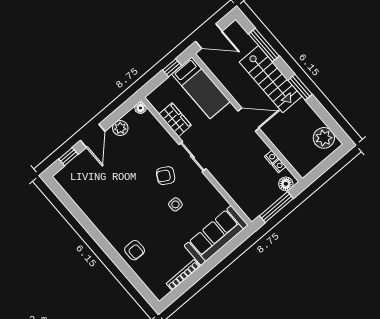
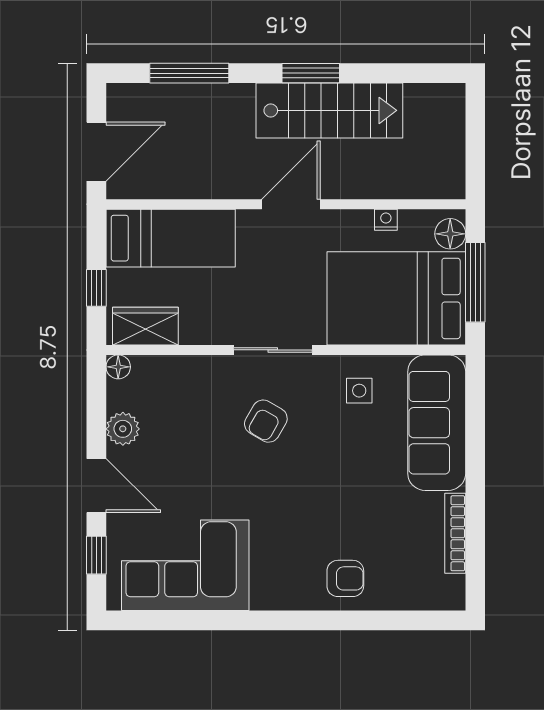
window: (172, 68) -> (96, 288), moved
stairs: (271, 79) -> (329, 110), moved
wardrobe: (175, 120) -> (145, 326), moved
plant: (324, 138) -> (428, 106), removed
nightstand: (279, 166) -> (411, 220), removed
bed: (247, 184) -> (396, 298), added
corner sofa: (91, 190) -> (185, 565), added
side table: (175, 204) -> (359, 391), moved

